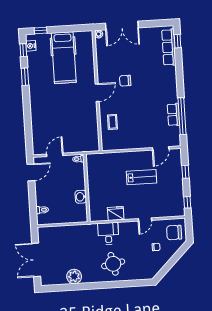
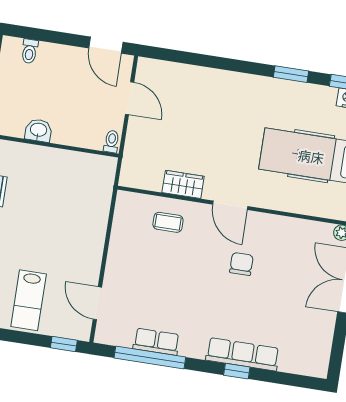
window: (177, 41) -> (237, 371), moved
row of seats: (169, 47) -> (243, 354), moved
wardrobe: (92, 119) -> (183, 184), added
window: (185, 172) -> (64, 344), moved
lab bench: (142, 177) -> (29, 300), moved

